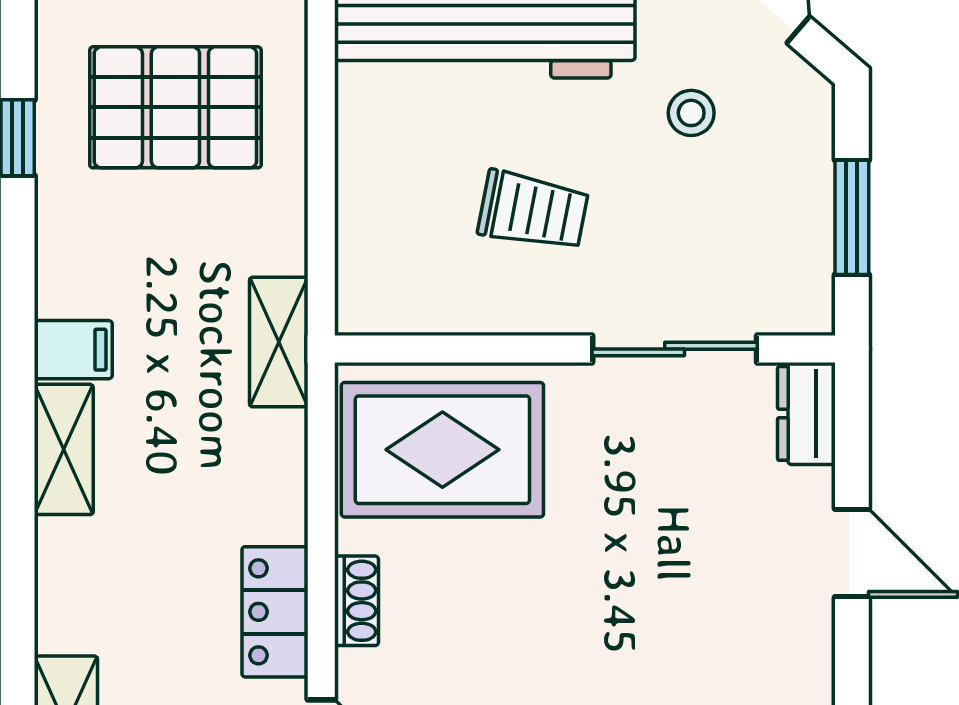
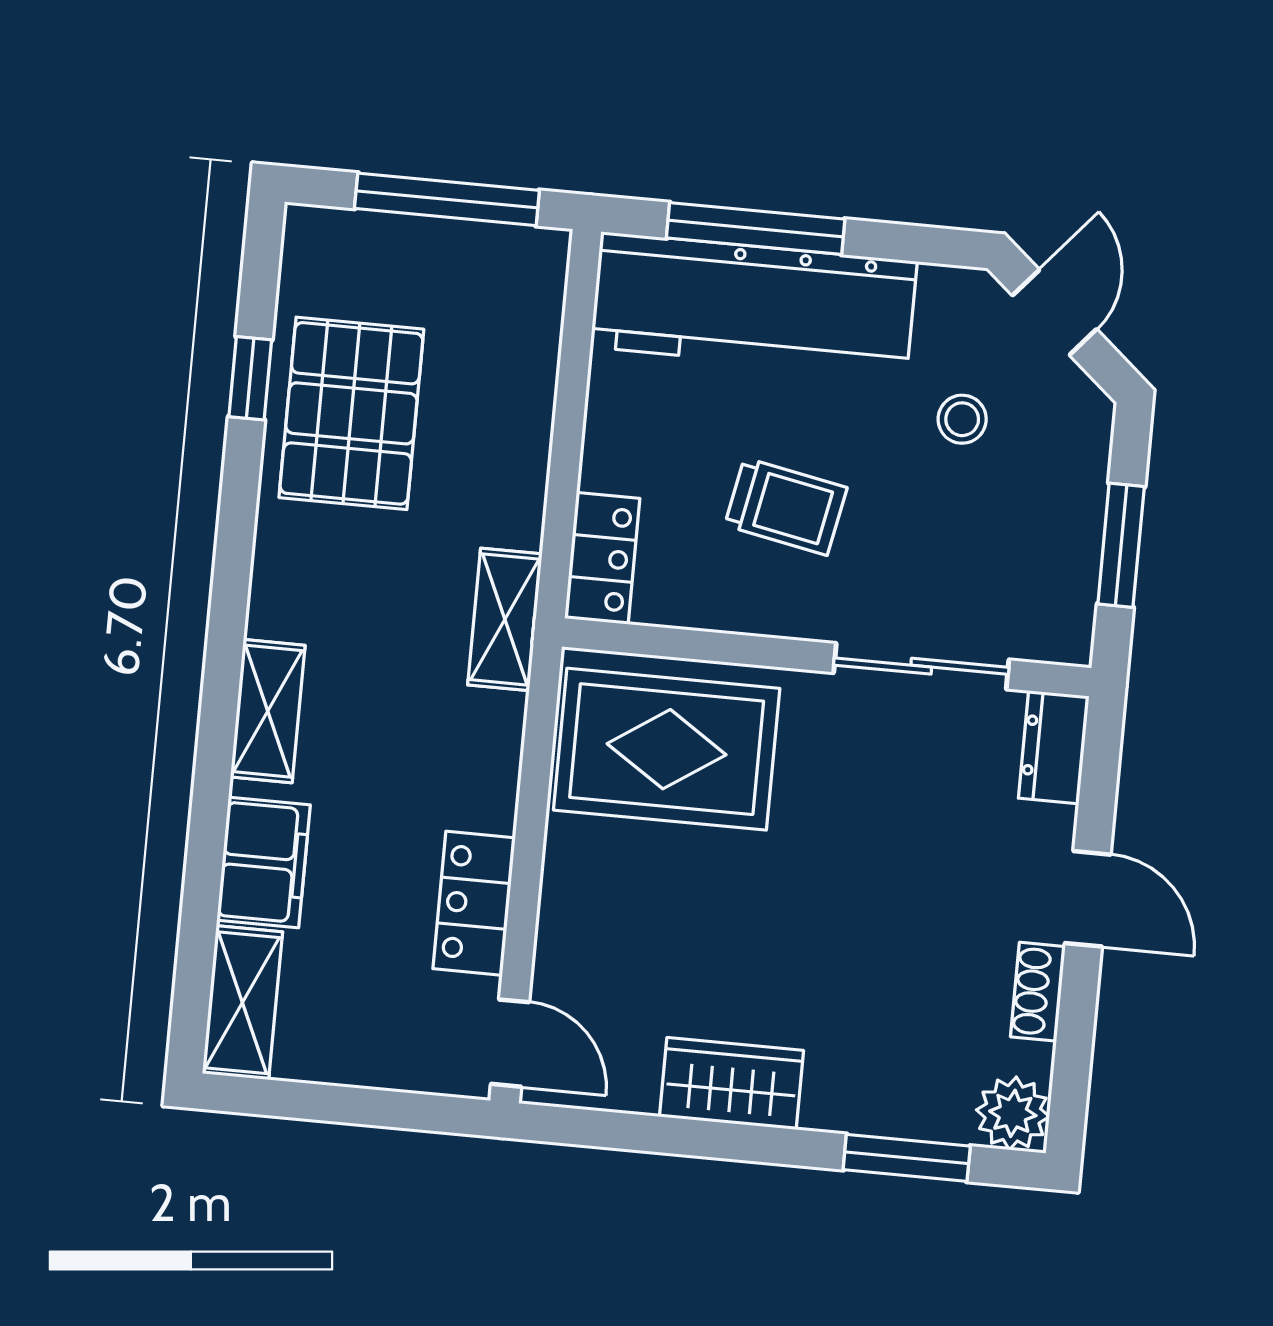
pallet: (175, 107) -> (351, 413), moved, turned 90
locker: (365, 276) -> (602, 558), added
filing cabinet: (73, 350) -> (264, 862), moved, width x2.00
shoe rack: (356, 601) -> (1038, 992), moved, turned 180

